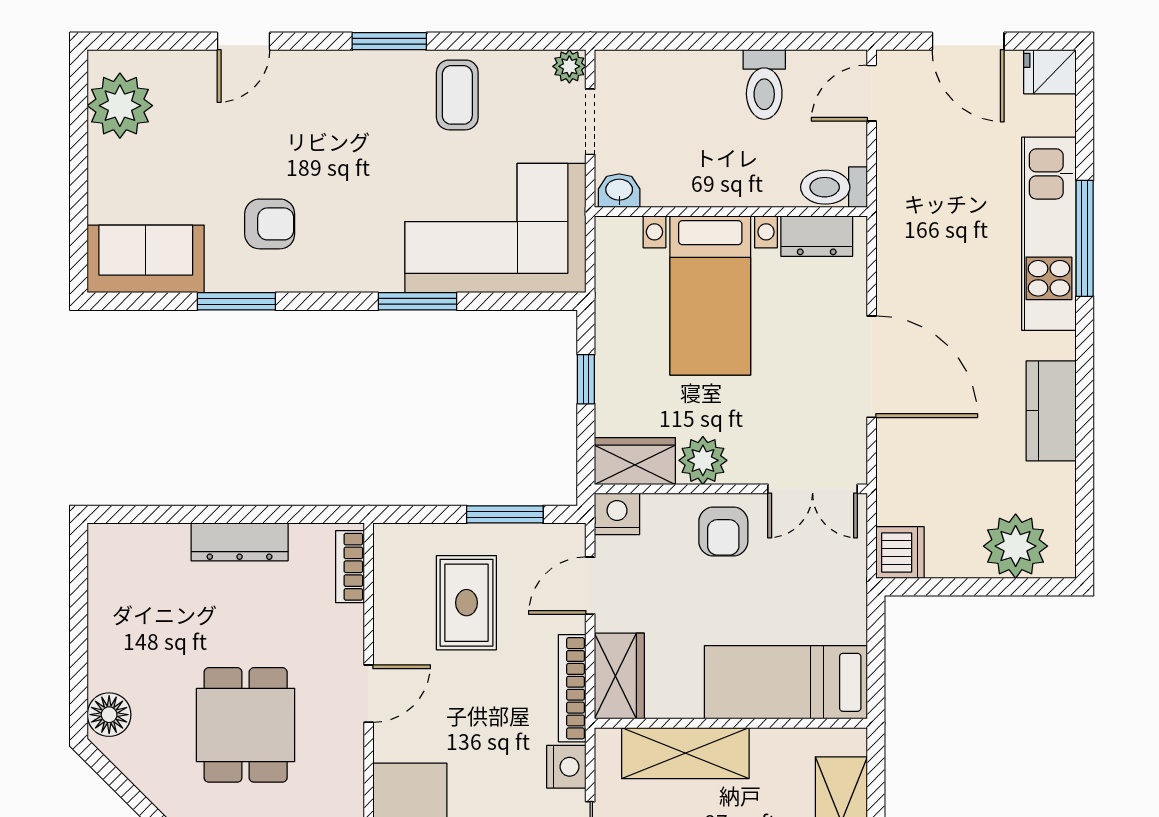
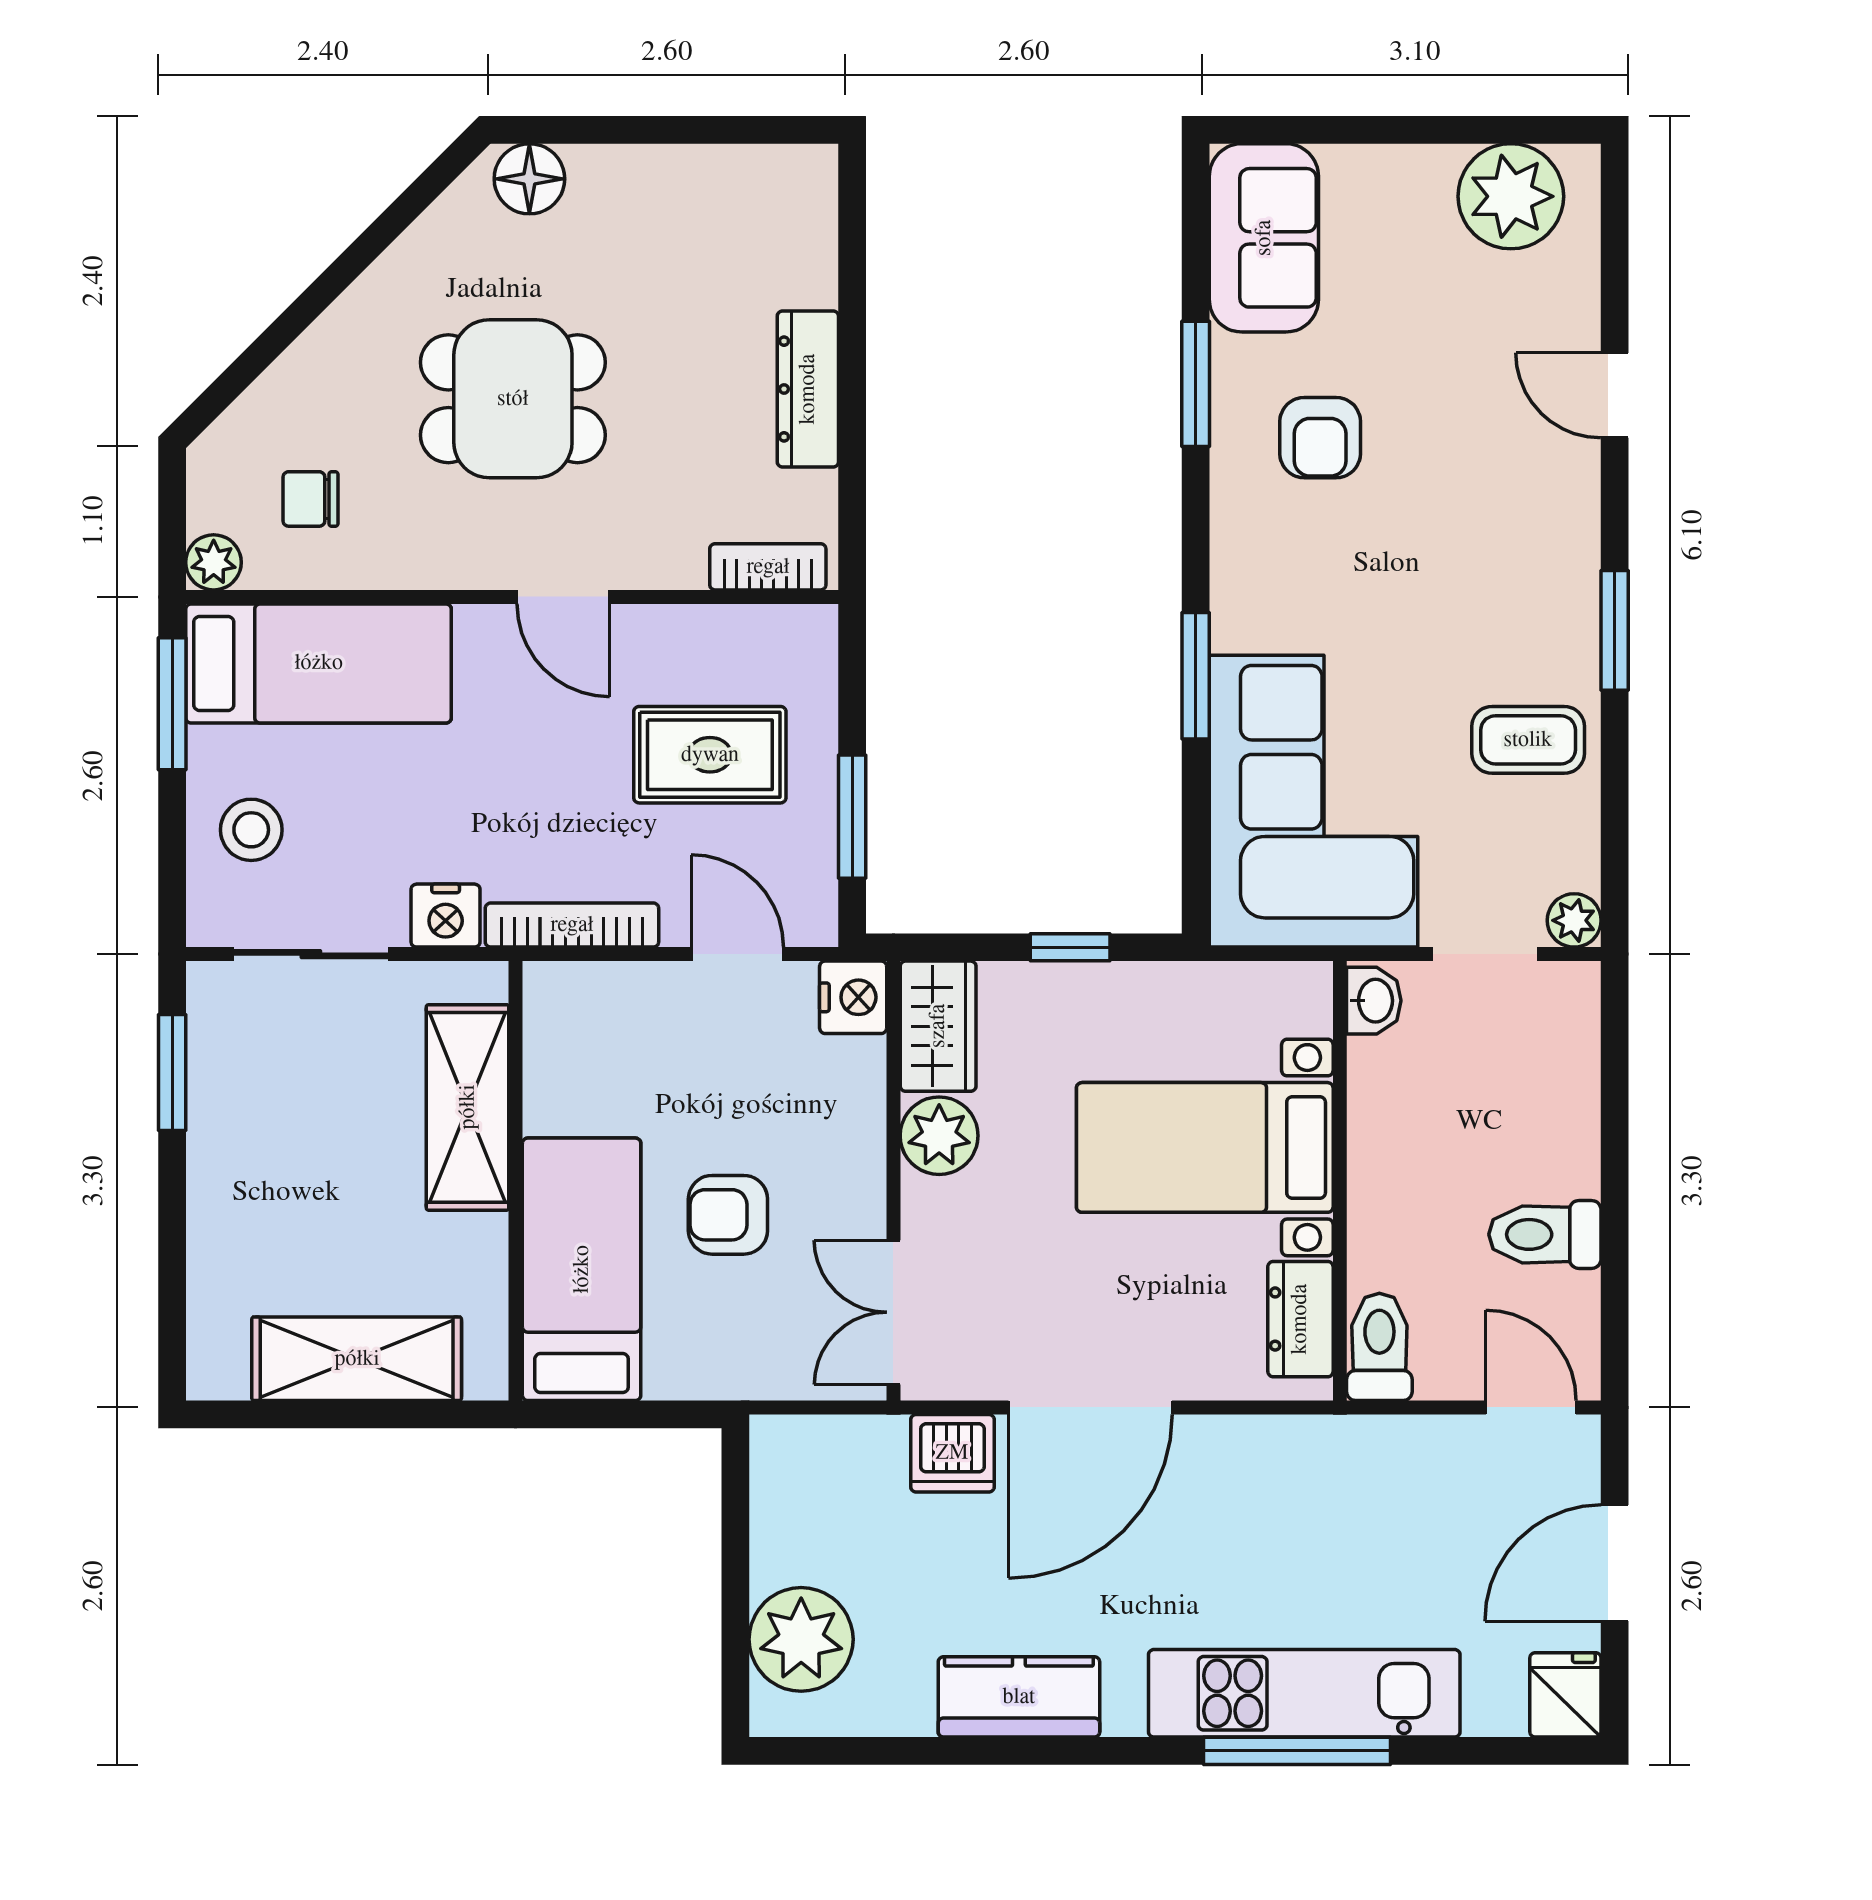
armchair: (723, 532) -> (728, 1215), moved
dishwasher: (900, 553) -> (952, 1453), moved
wardrobe: (619, 676) -> (592, 1001), removed

